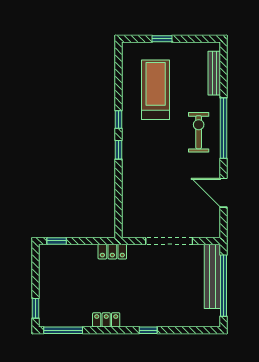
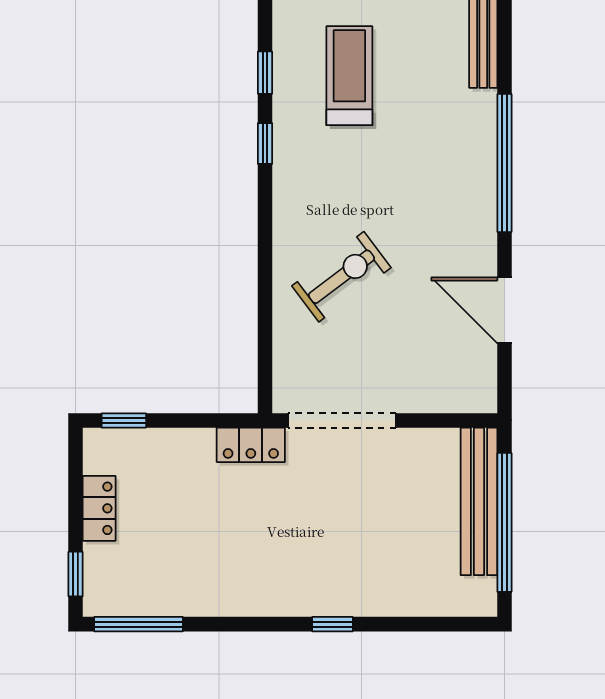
treadmill: (156, 90) -> (349, 76), width x0.73, depth x0.73
exercise bike: (199, 132) -> (341, 277), moved, turned 53
window: (119, 150) -> (265, 73), moved
doorway: (169, 241) -> (342, 420), moved
locker: (106, 320) -> (99, 508), moved, turned 90

